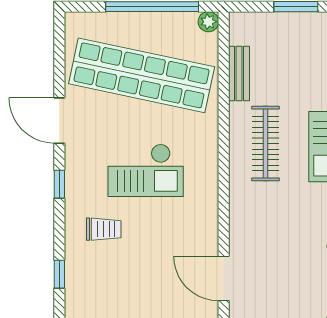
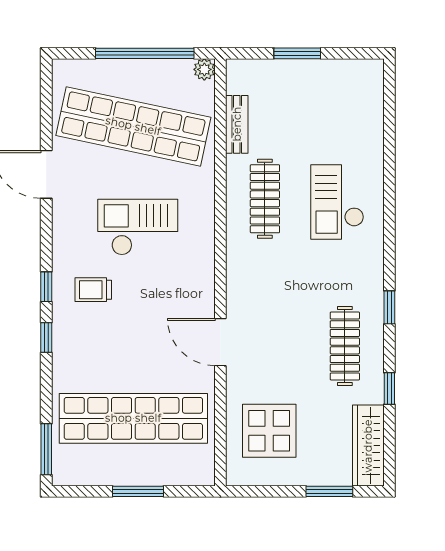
checkout: (146, 170) -> (138, 227), turned 180
window: (59, 184) -> (46, 287), moved
trolley: (104, 229) -> (93, 290), turned 180

